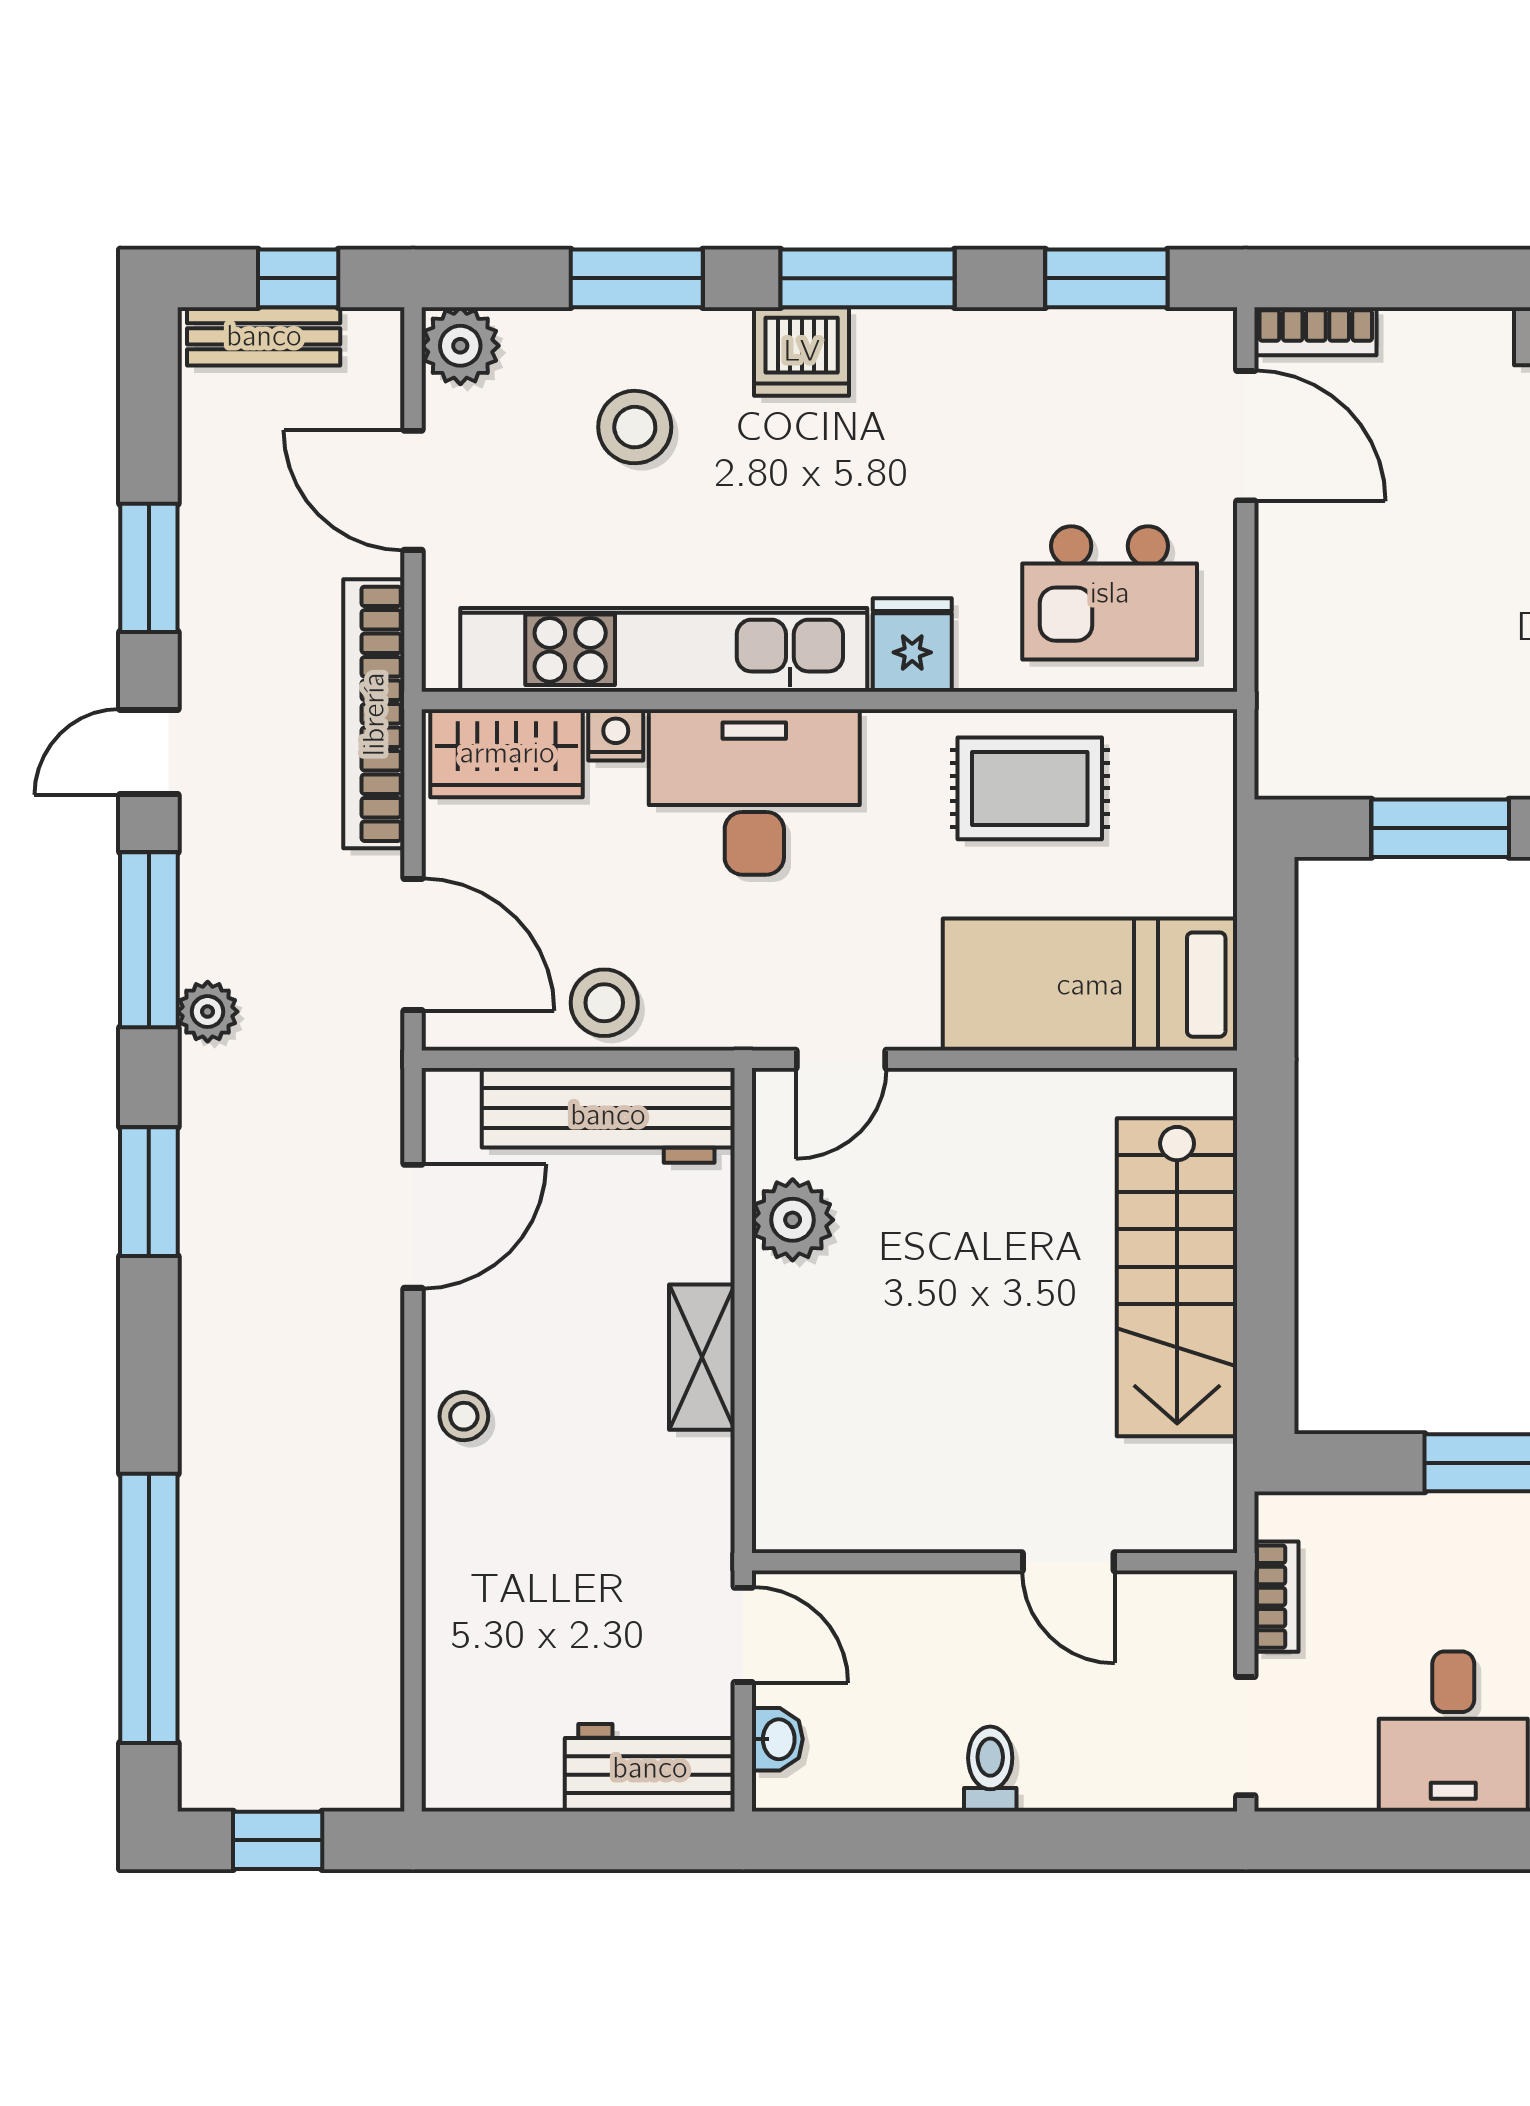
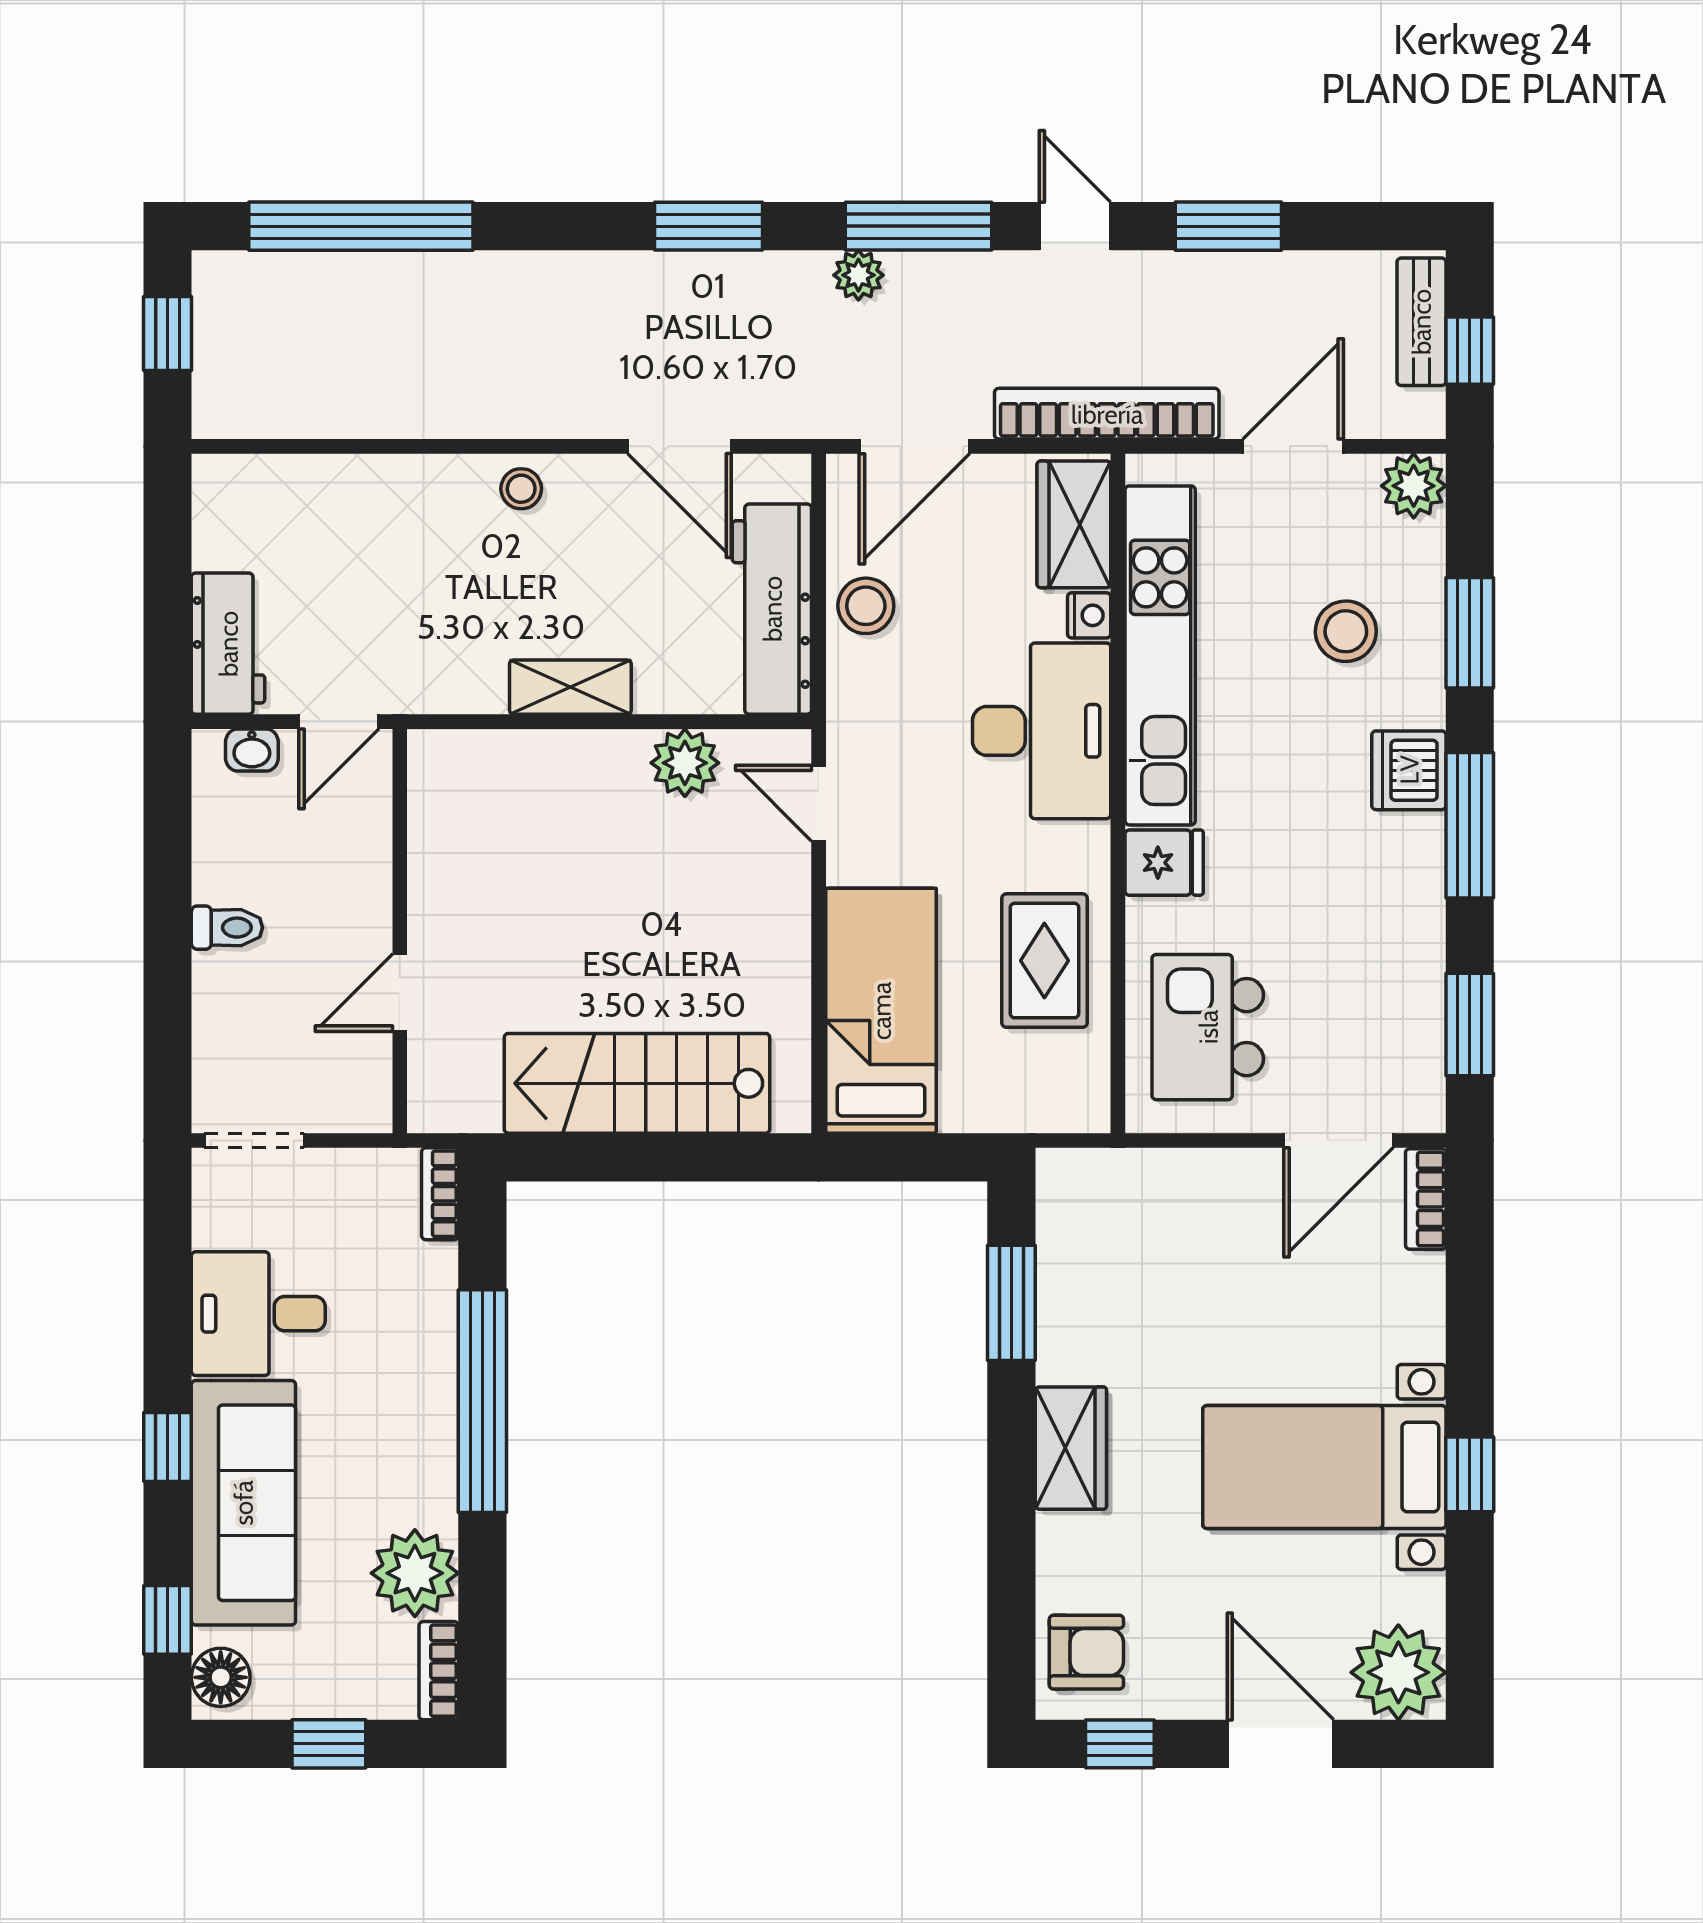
bookcase: (1276, 1597) -> (440, 1194), moved, turned 90

